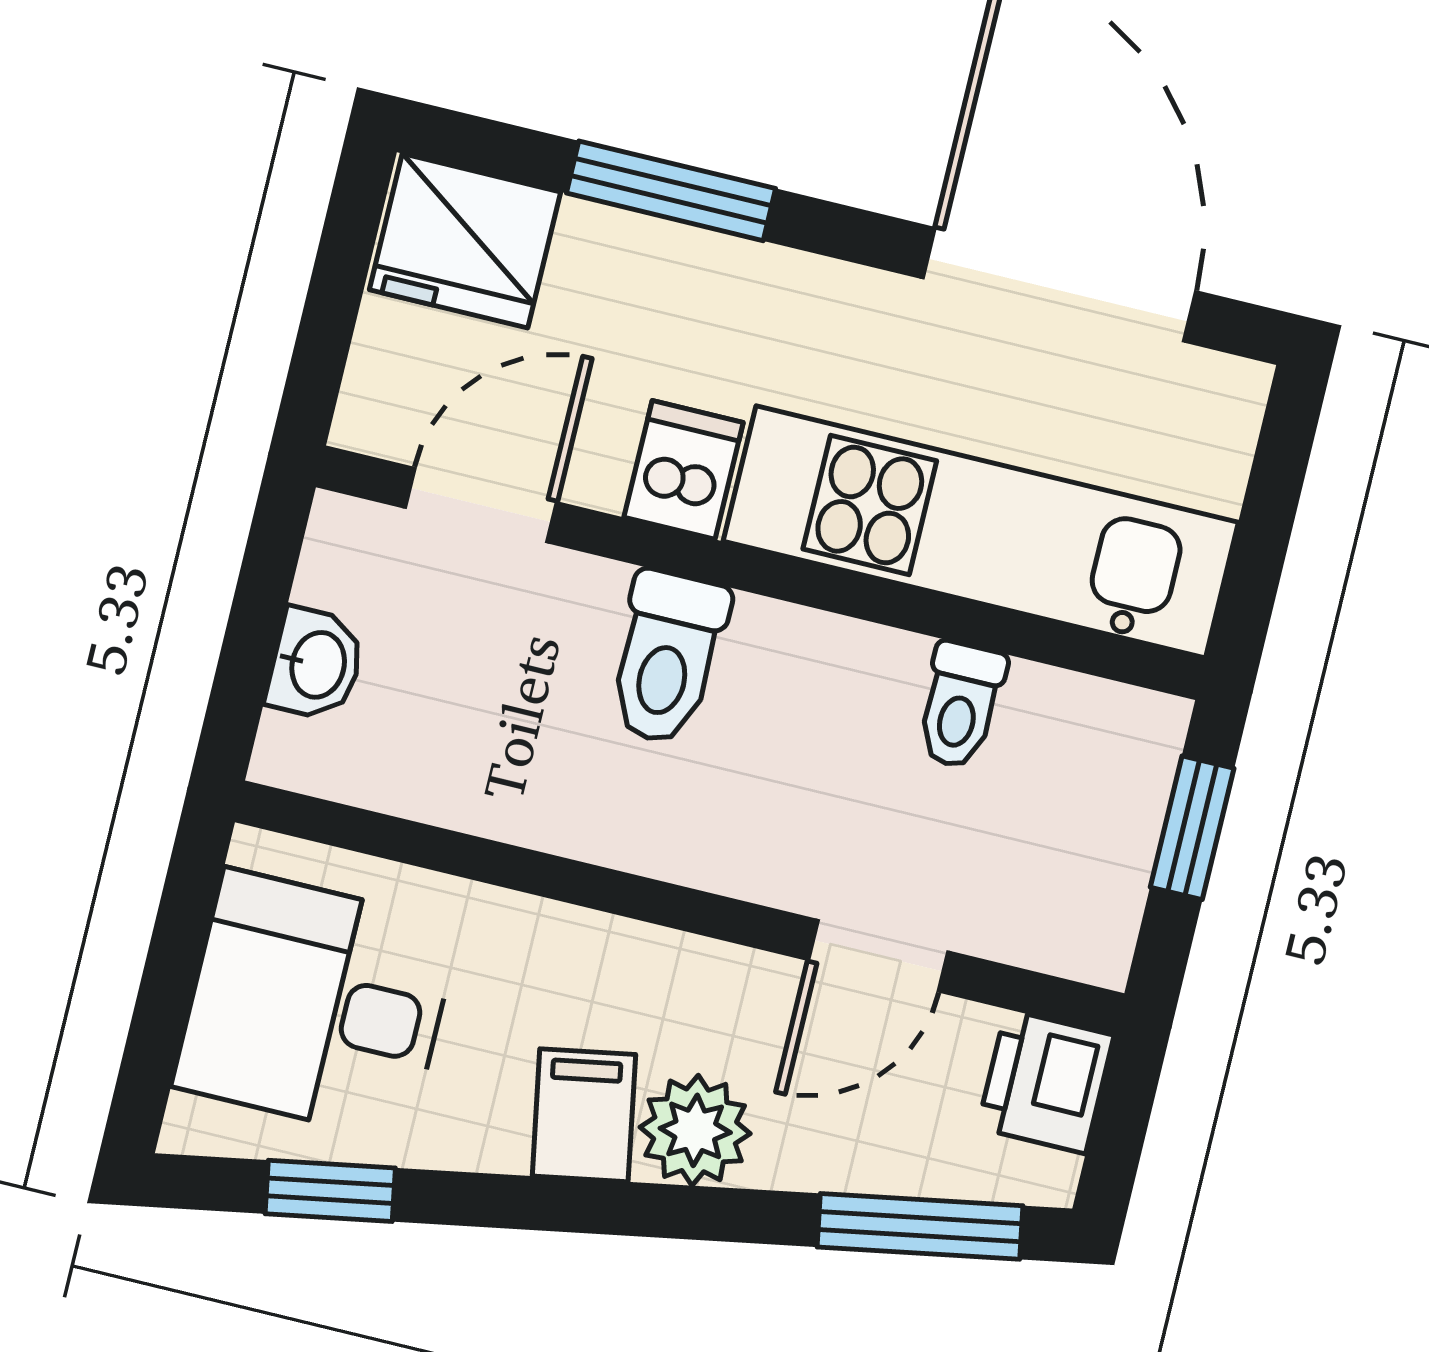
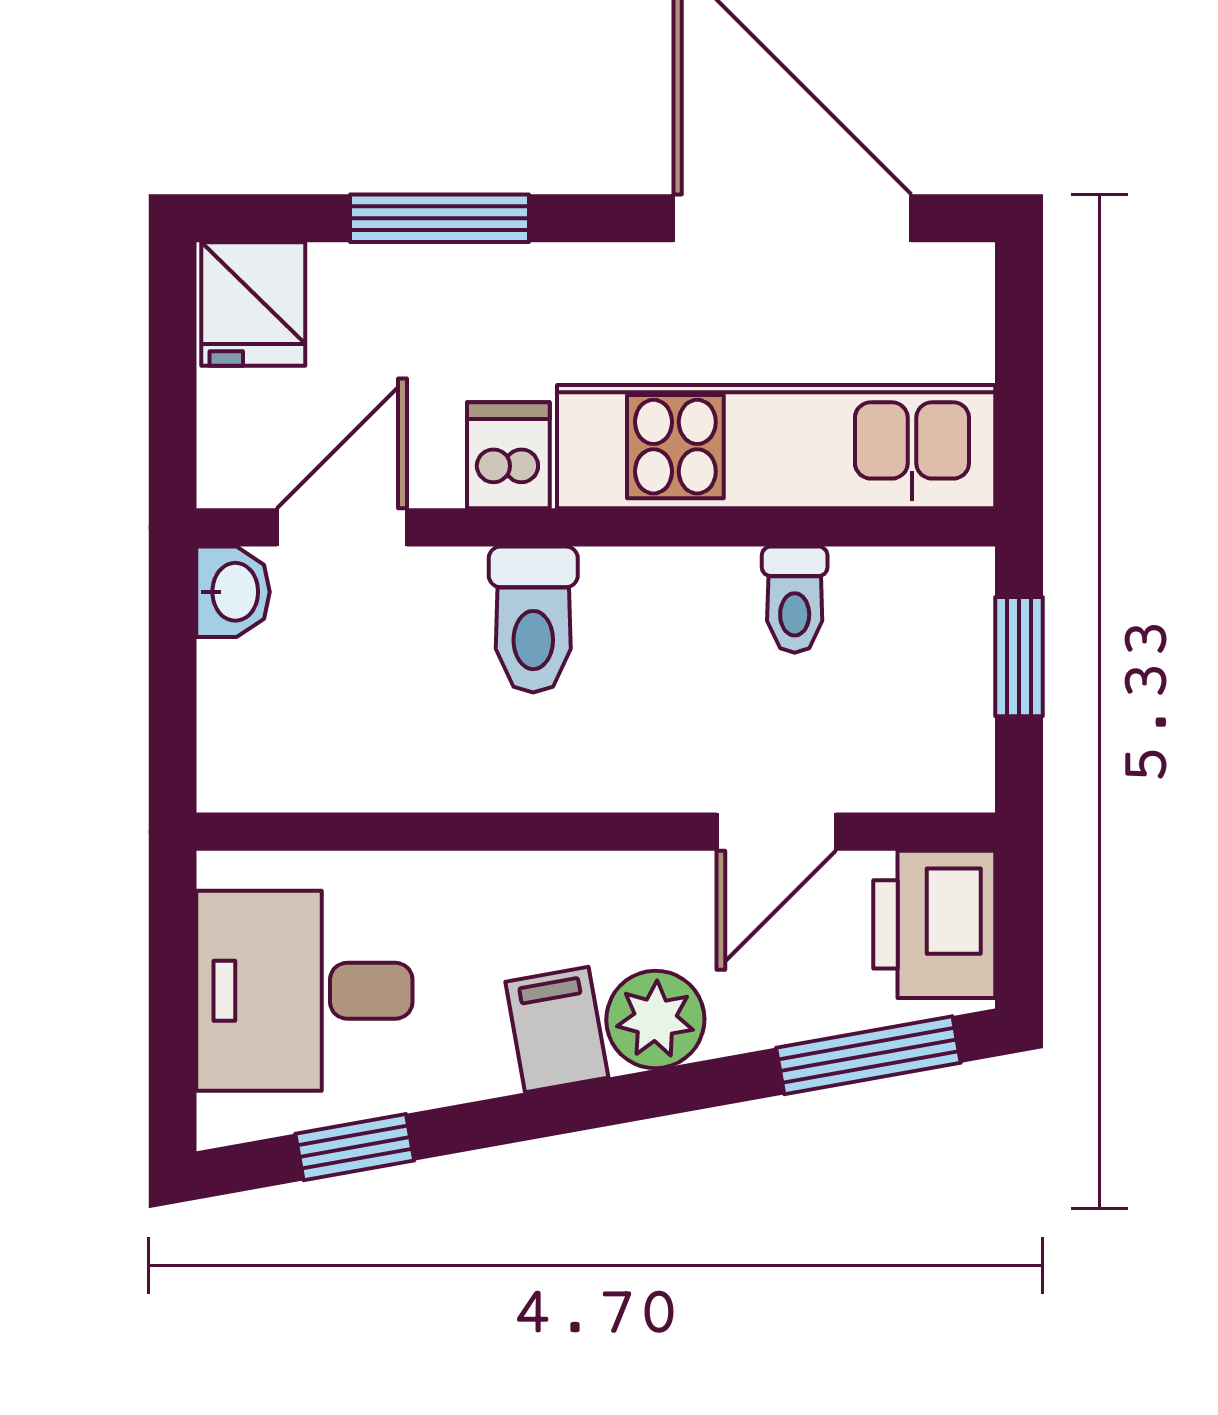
fridge: (465, 241) -> (253, 304), width x0.72
washbasin: (316, 664) -> (233, 592), moved
printer: (1046, 1082) -> (934, 924), width x1.36, depth x1.24

